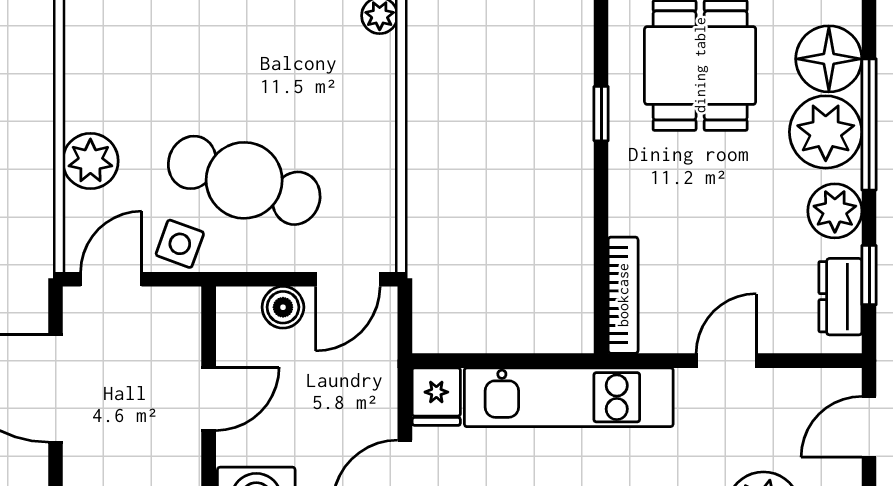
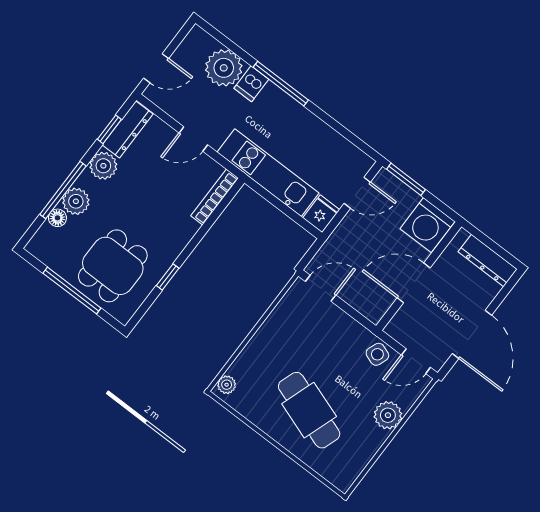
floor lamp: (829, 59) -> (57, 218), width x0.53, depth x0.53
plant: (826, 132) -> (76, 201), width x0.73, depth x0.73
cafe table: (244, 180) -> (309, 410), moved
dresser: (840, 297) -> (128, 129), width x1.44
boiler: (283, 307) -> (355, 297), removed
door: (209, 399) -> (414, 283), width x1.38

